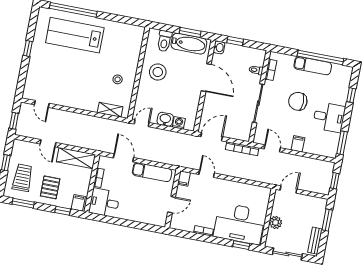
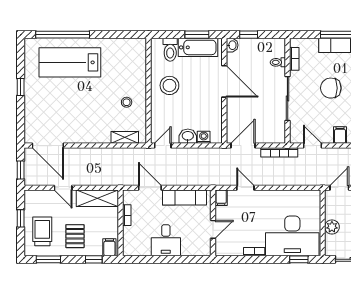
door: (42, 104) -> (48, 146), width x1.87
desk: (104, 203) -> (166, 240), moved, turned -90

